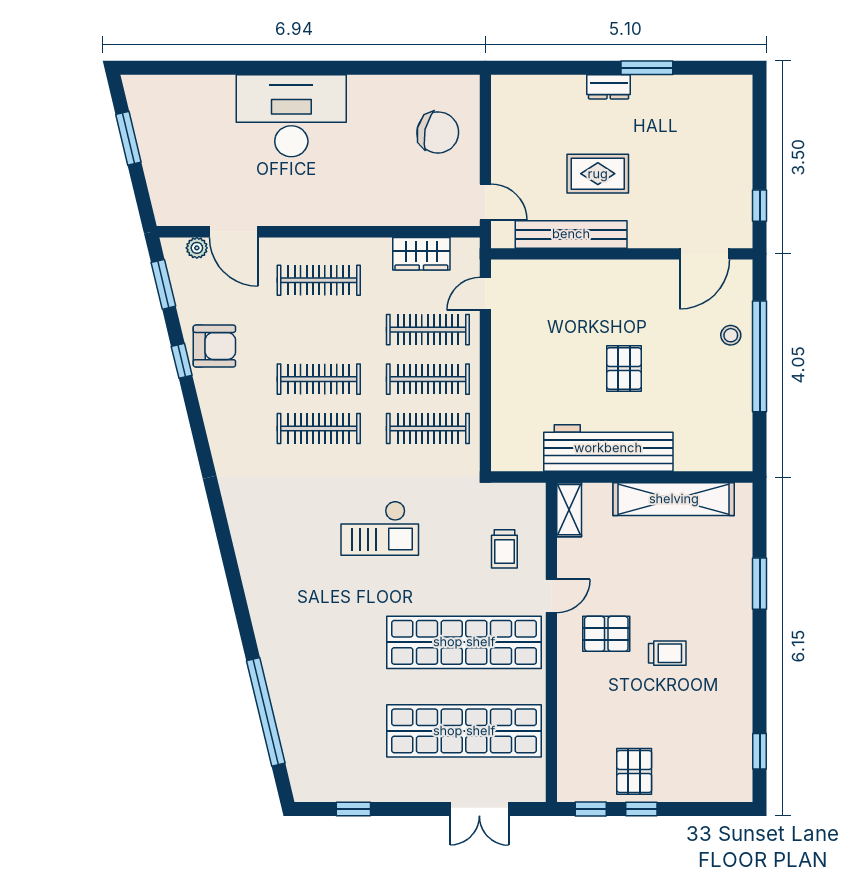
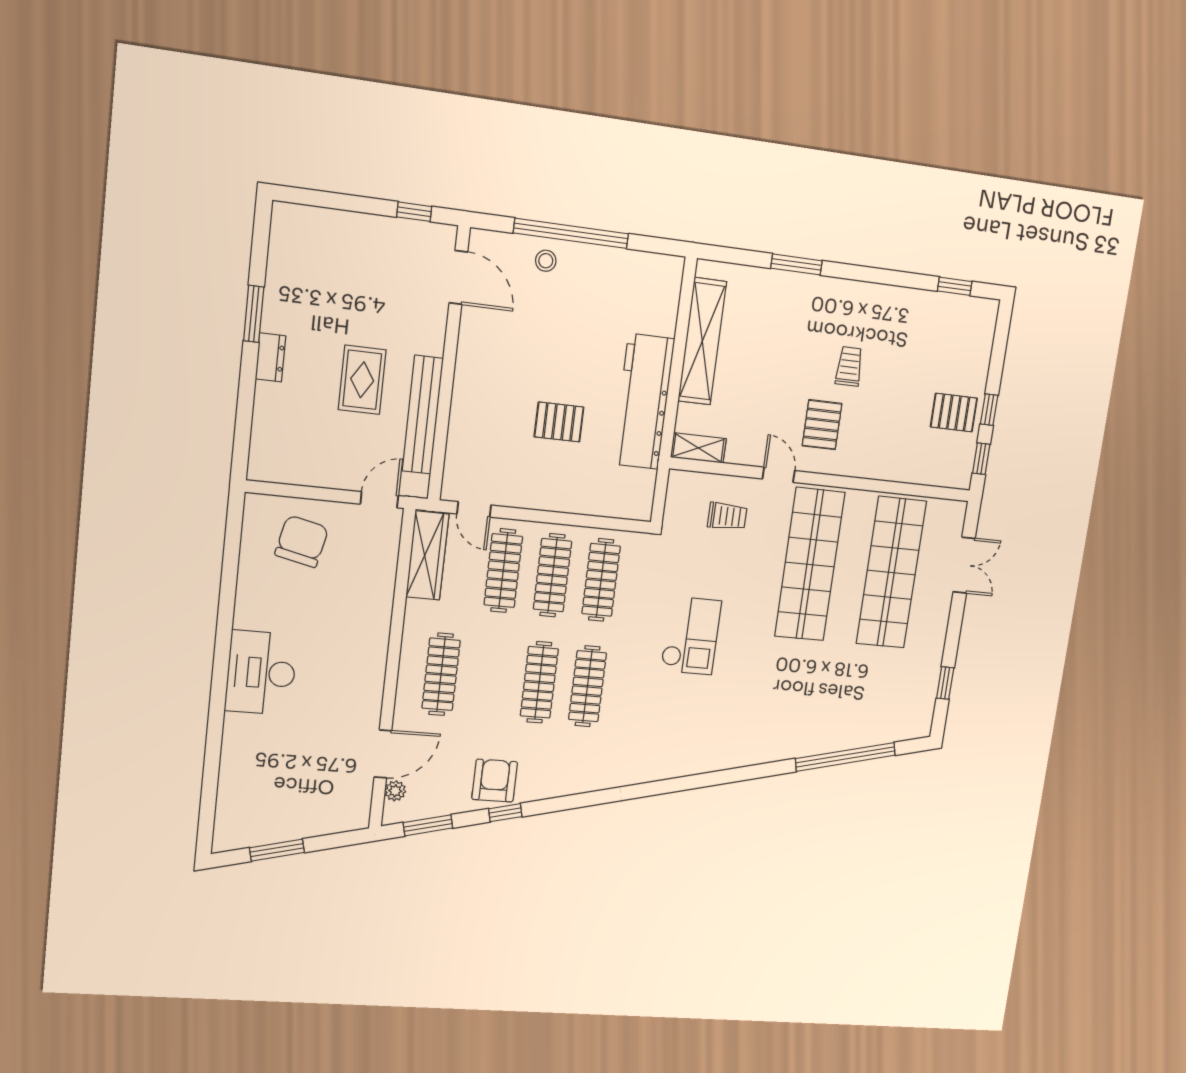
desk: (291, 116) -> (261, 673), width x0.73, depth x0.77
wardrobe: (421, 254) -> (427, 556), width x1.50
pallet: (624, 369) -> (559, 422), moved

